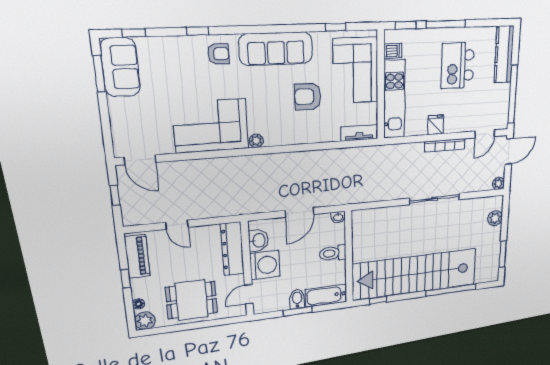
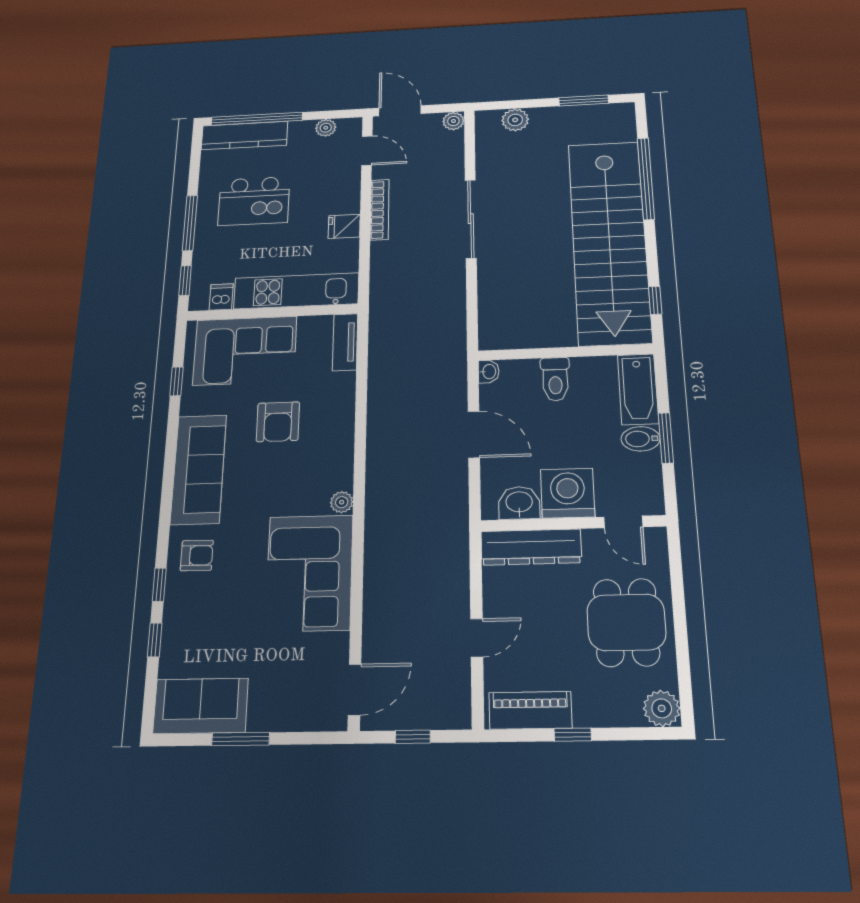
window: (134, 33) -> (155, 640), moved
armchair: (218, 54) -> (197, 555), turned 90
window: (99, 74) -> (241, 739), moved
window: (513, 94) -> (257, 119), moved
plant: (503, 107) -> (326, 128), added
floor lamp: (139, 304) -> (626, 717), removed

